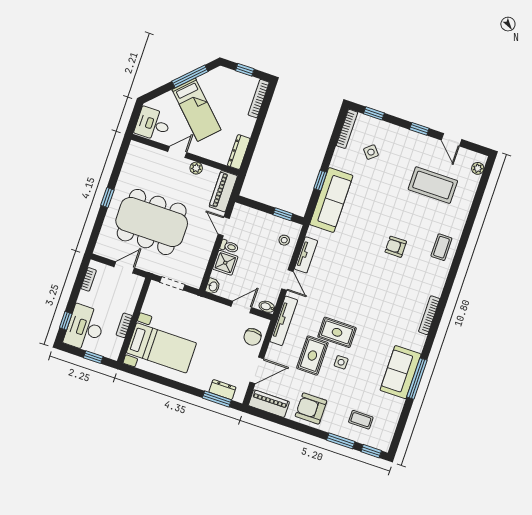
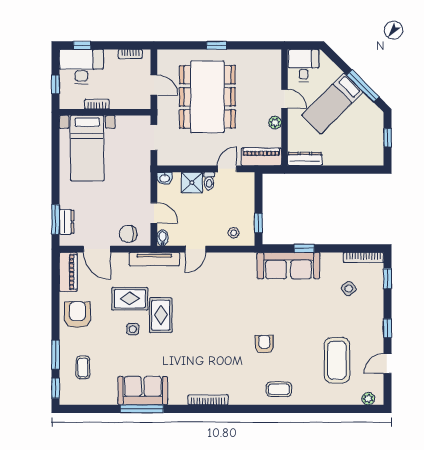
bookcase: (259, 99) -> (364, 161), removed
tv unit: (306, 255) -> (226, 259), removed

